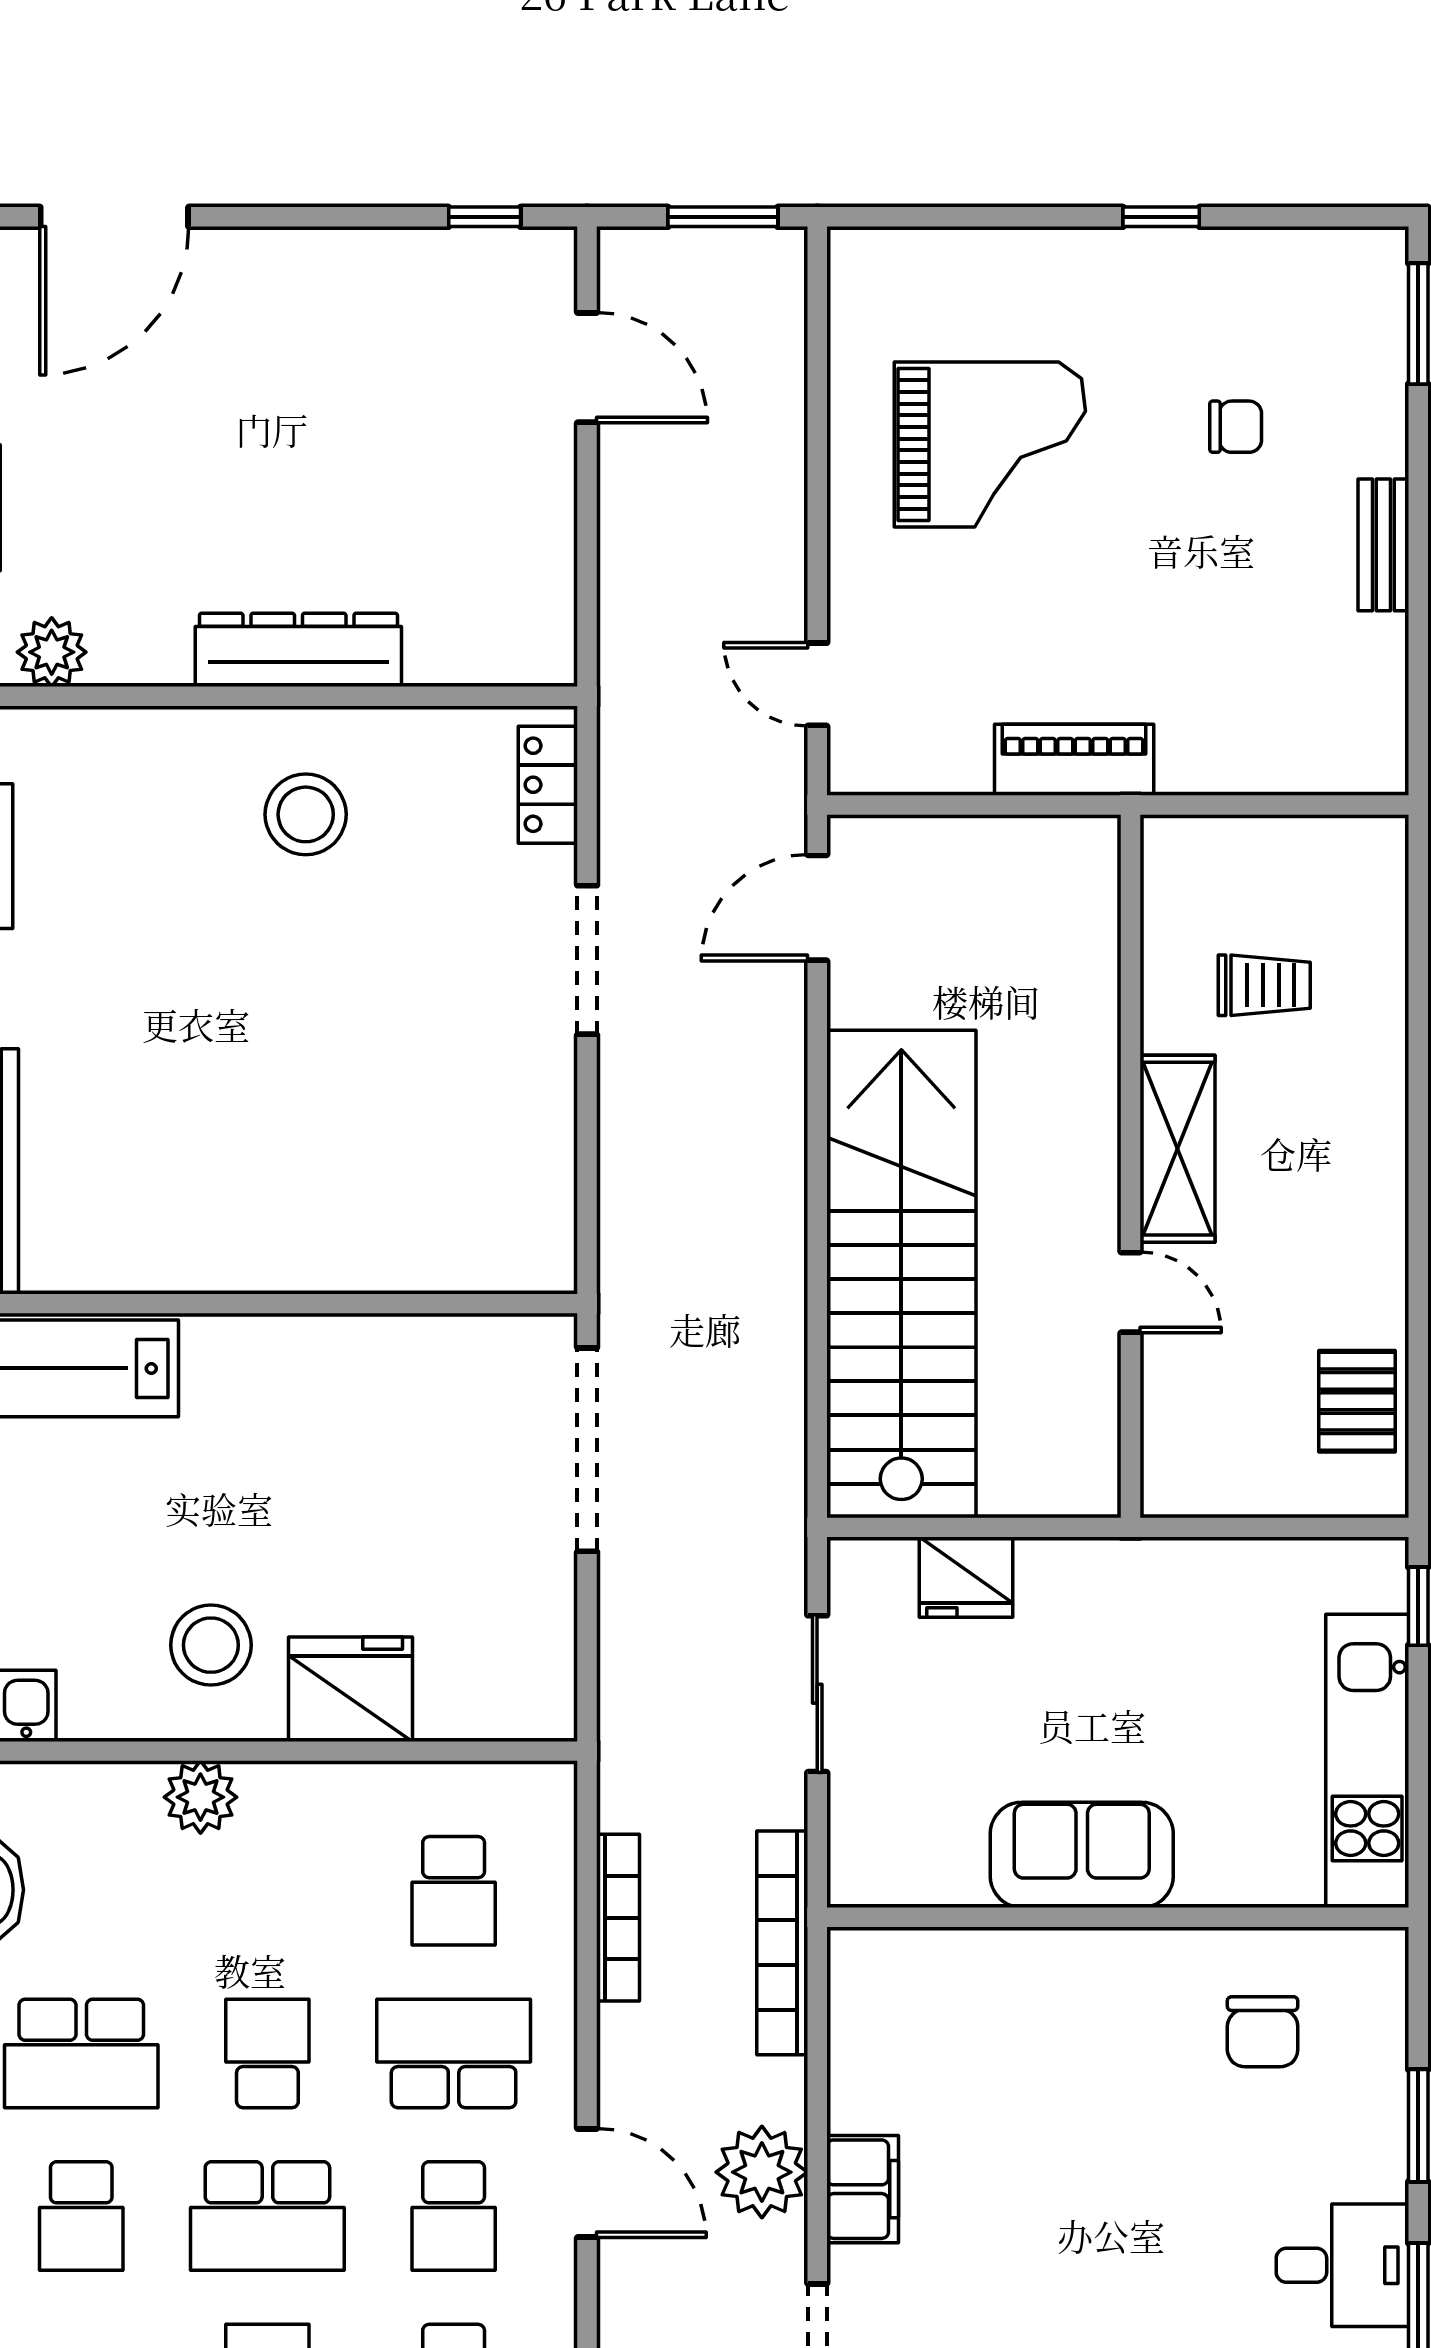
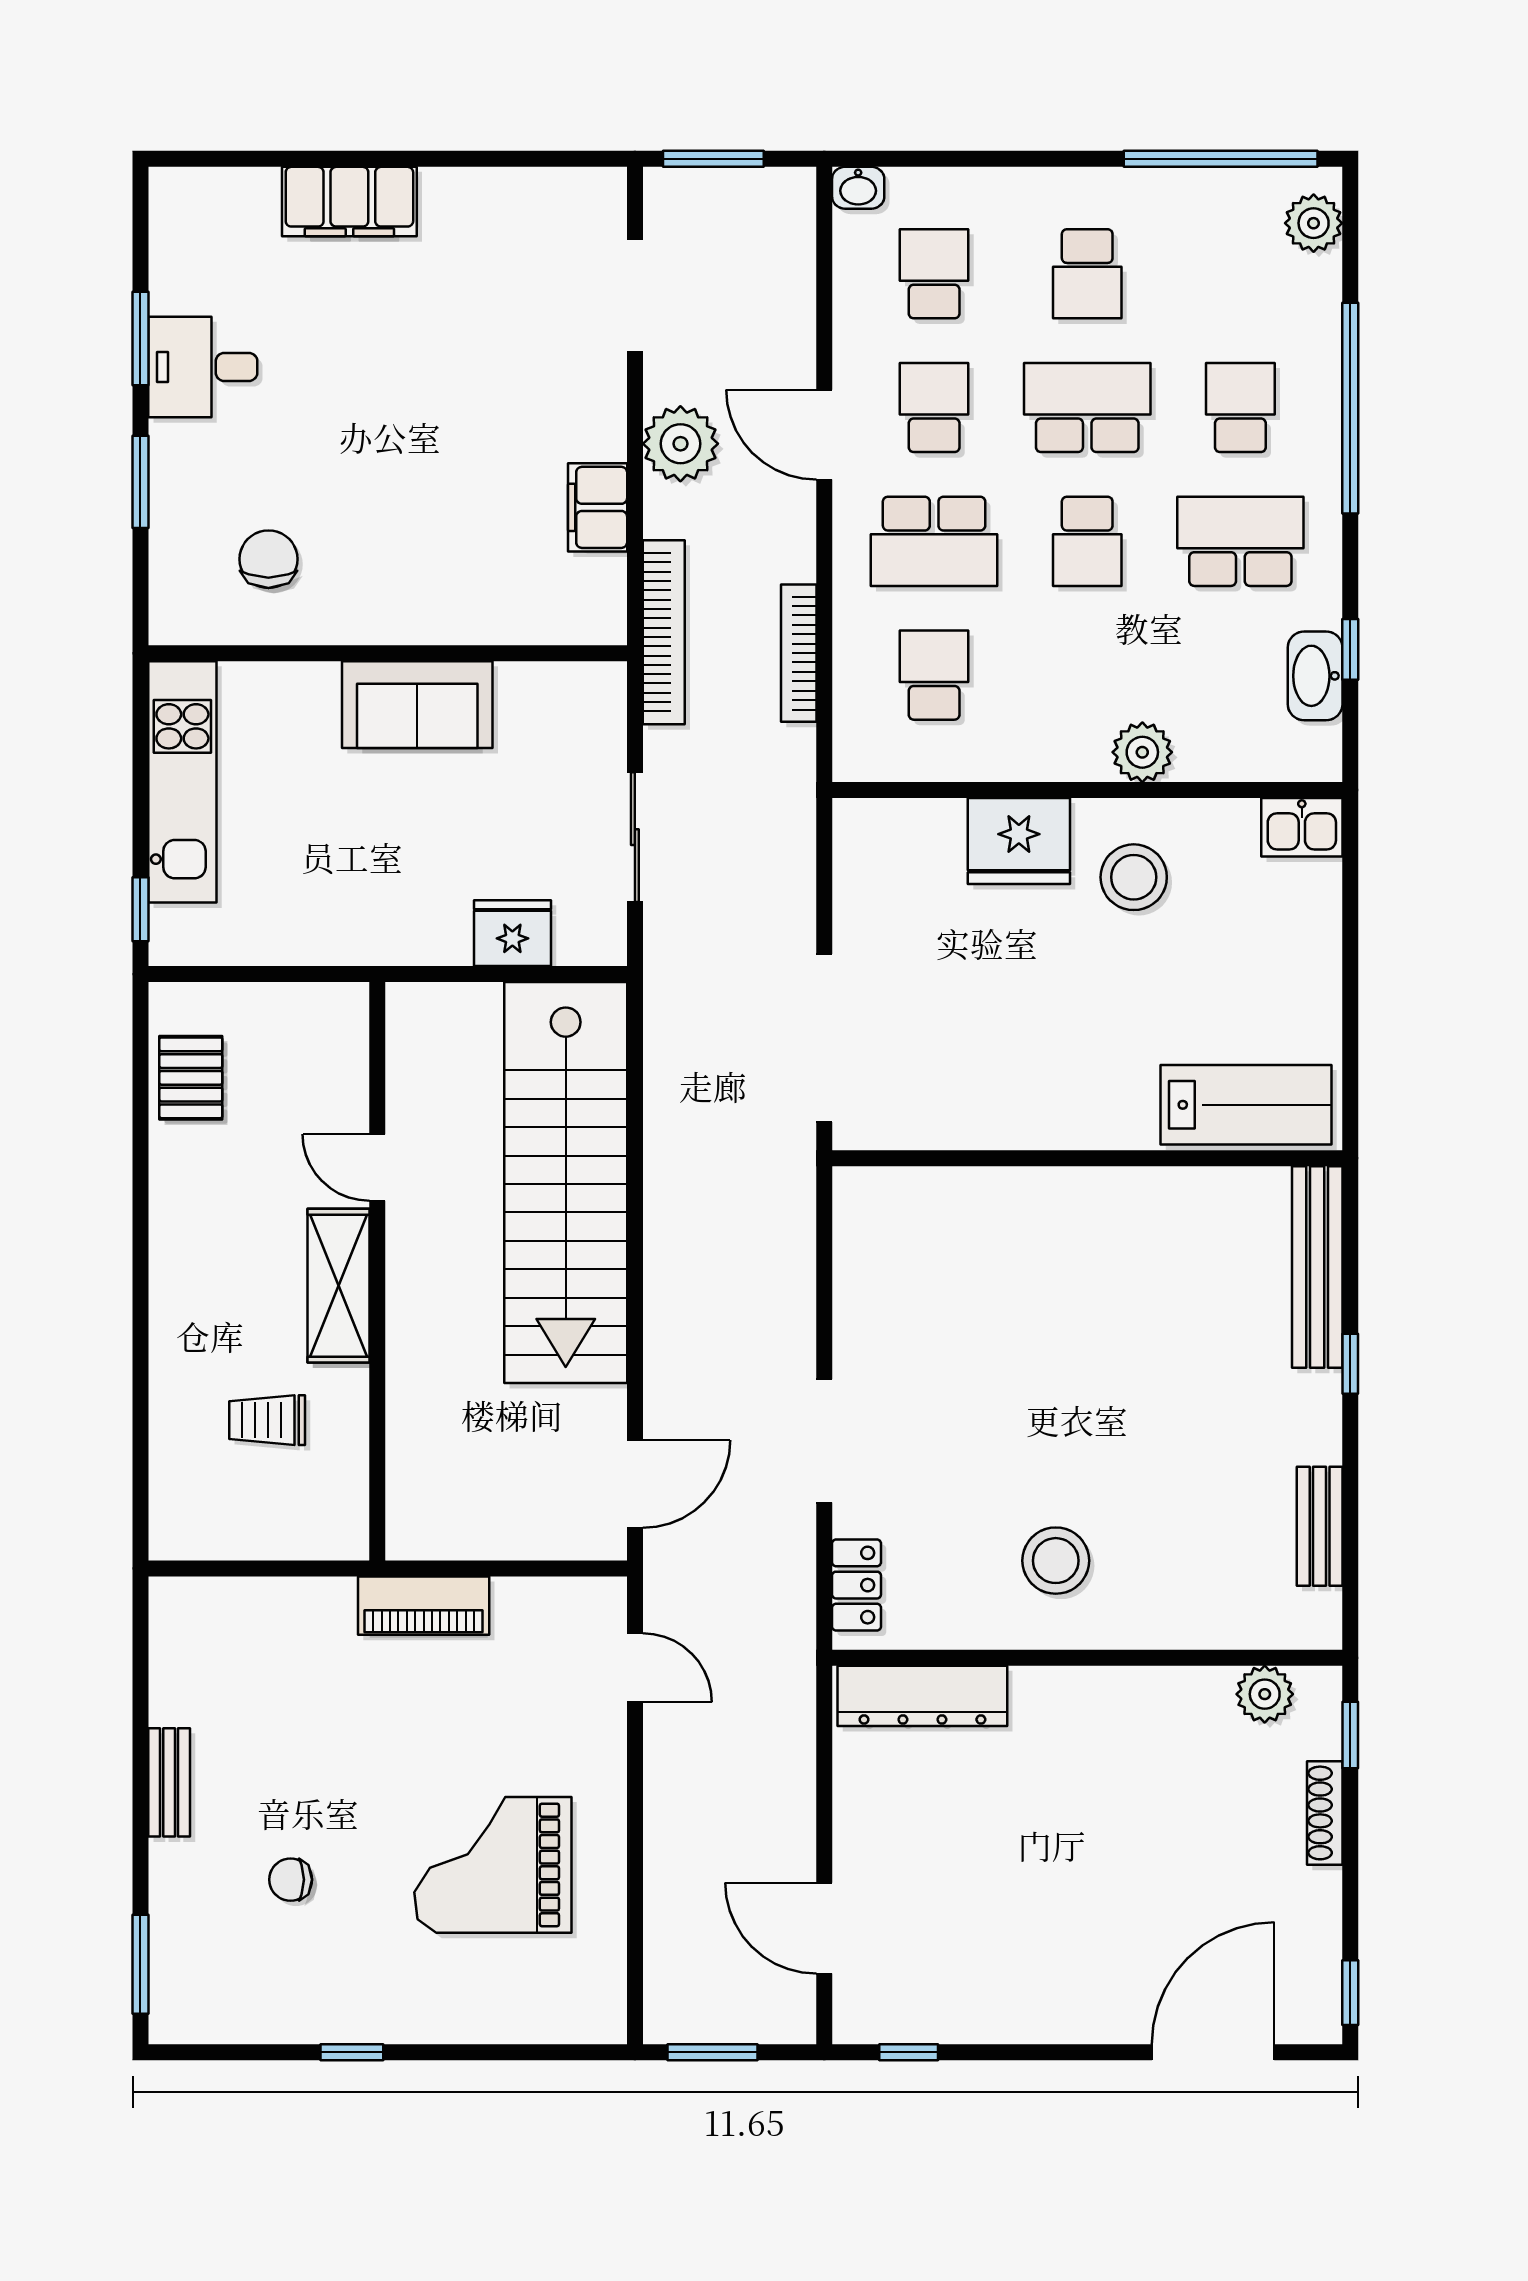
dresser: (298, 650) -> (922, 1696), moved
filing cabinet: (863, 2189) -> (598, 507), moved

